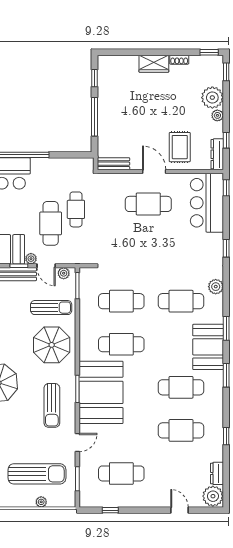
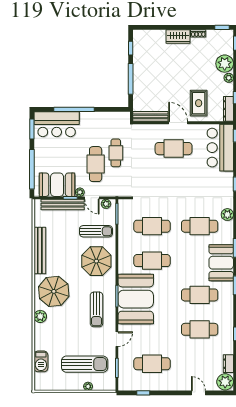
bench: (113, 164) -> (150, 116), width x1.36

